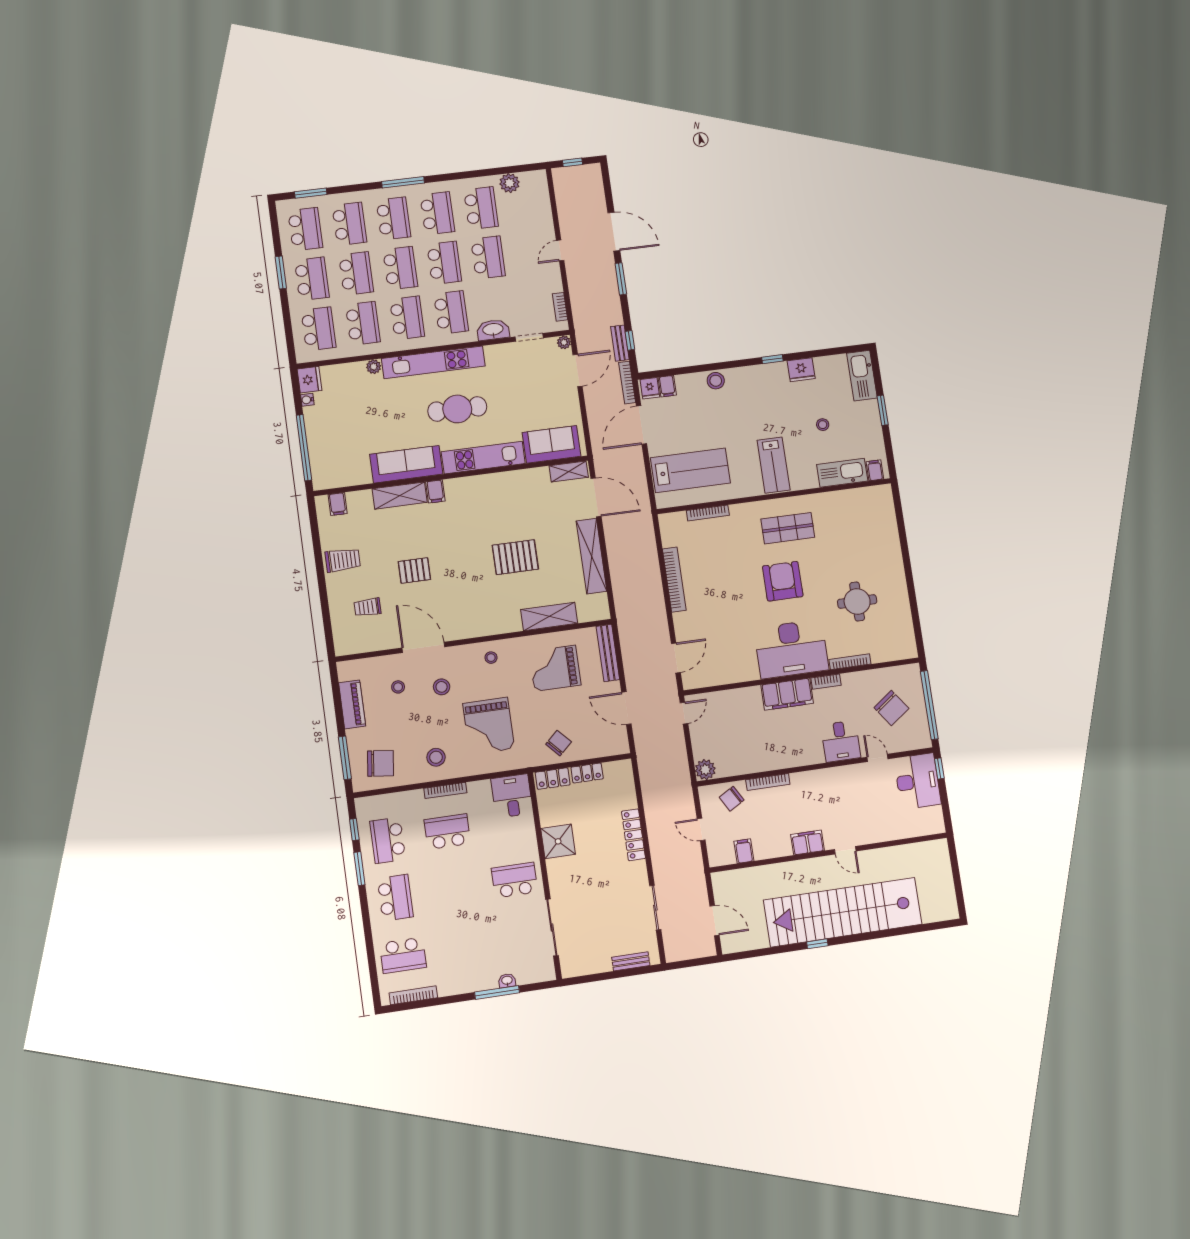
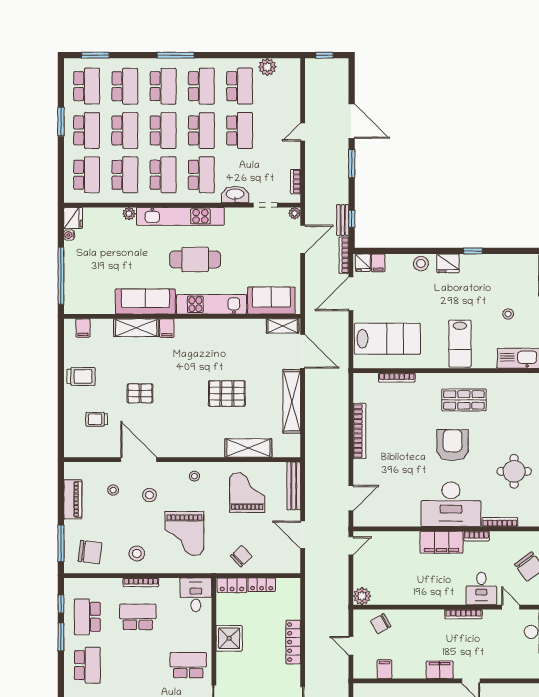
fridge: (801, 370) -> (448, 263), moved
grand piano: (555, 668) -> (247, 493), turned 90
bookcase: (768, 782) -> (463, 614), moved

